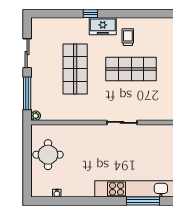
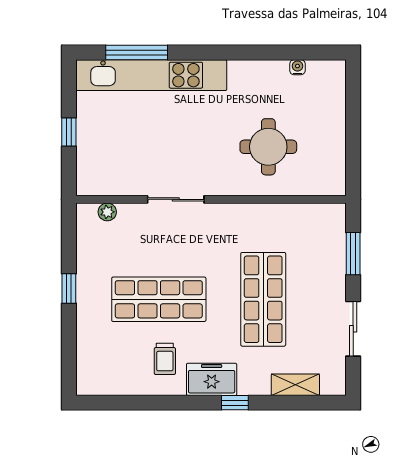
shelving: (58, 23) -> (295, 385), added
window: (27, 93) -> (353, 254), width x0.69
plant: (36, 116) -> (107, 212), moved
round table: (48, 155) -> (268, 147), moved

